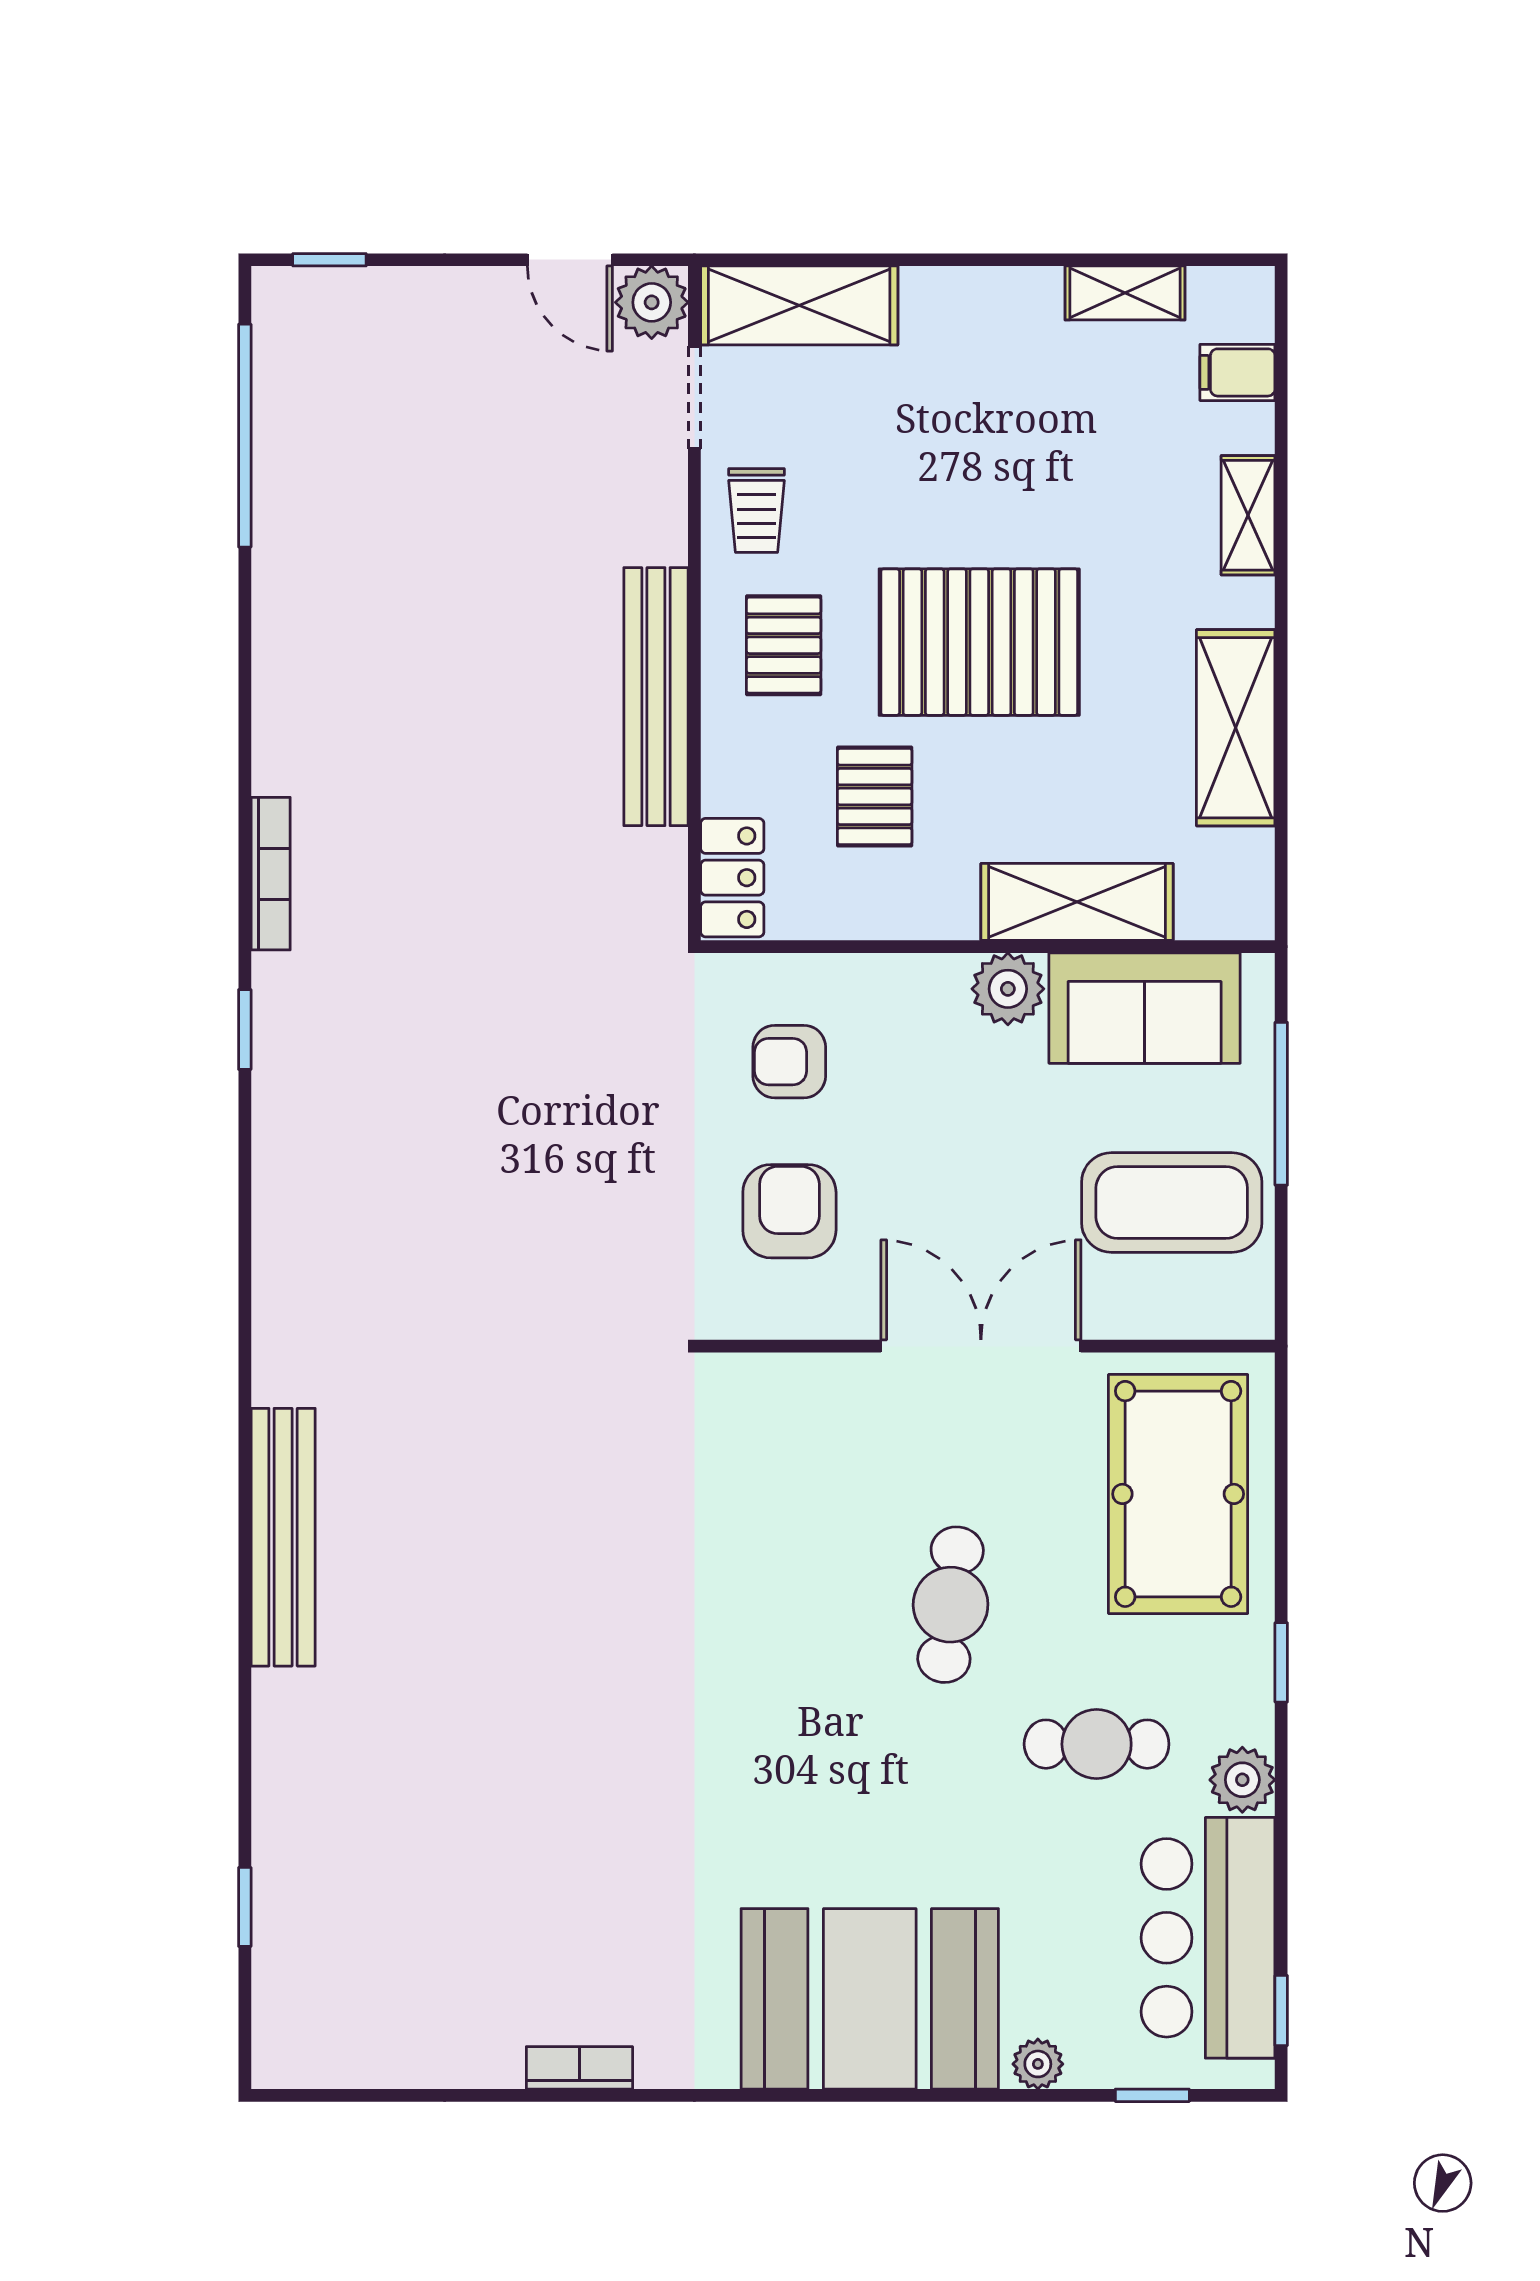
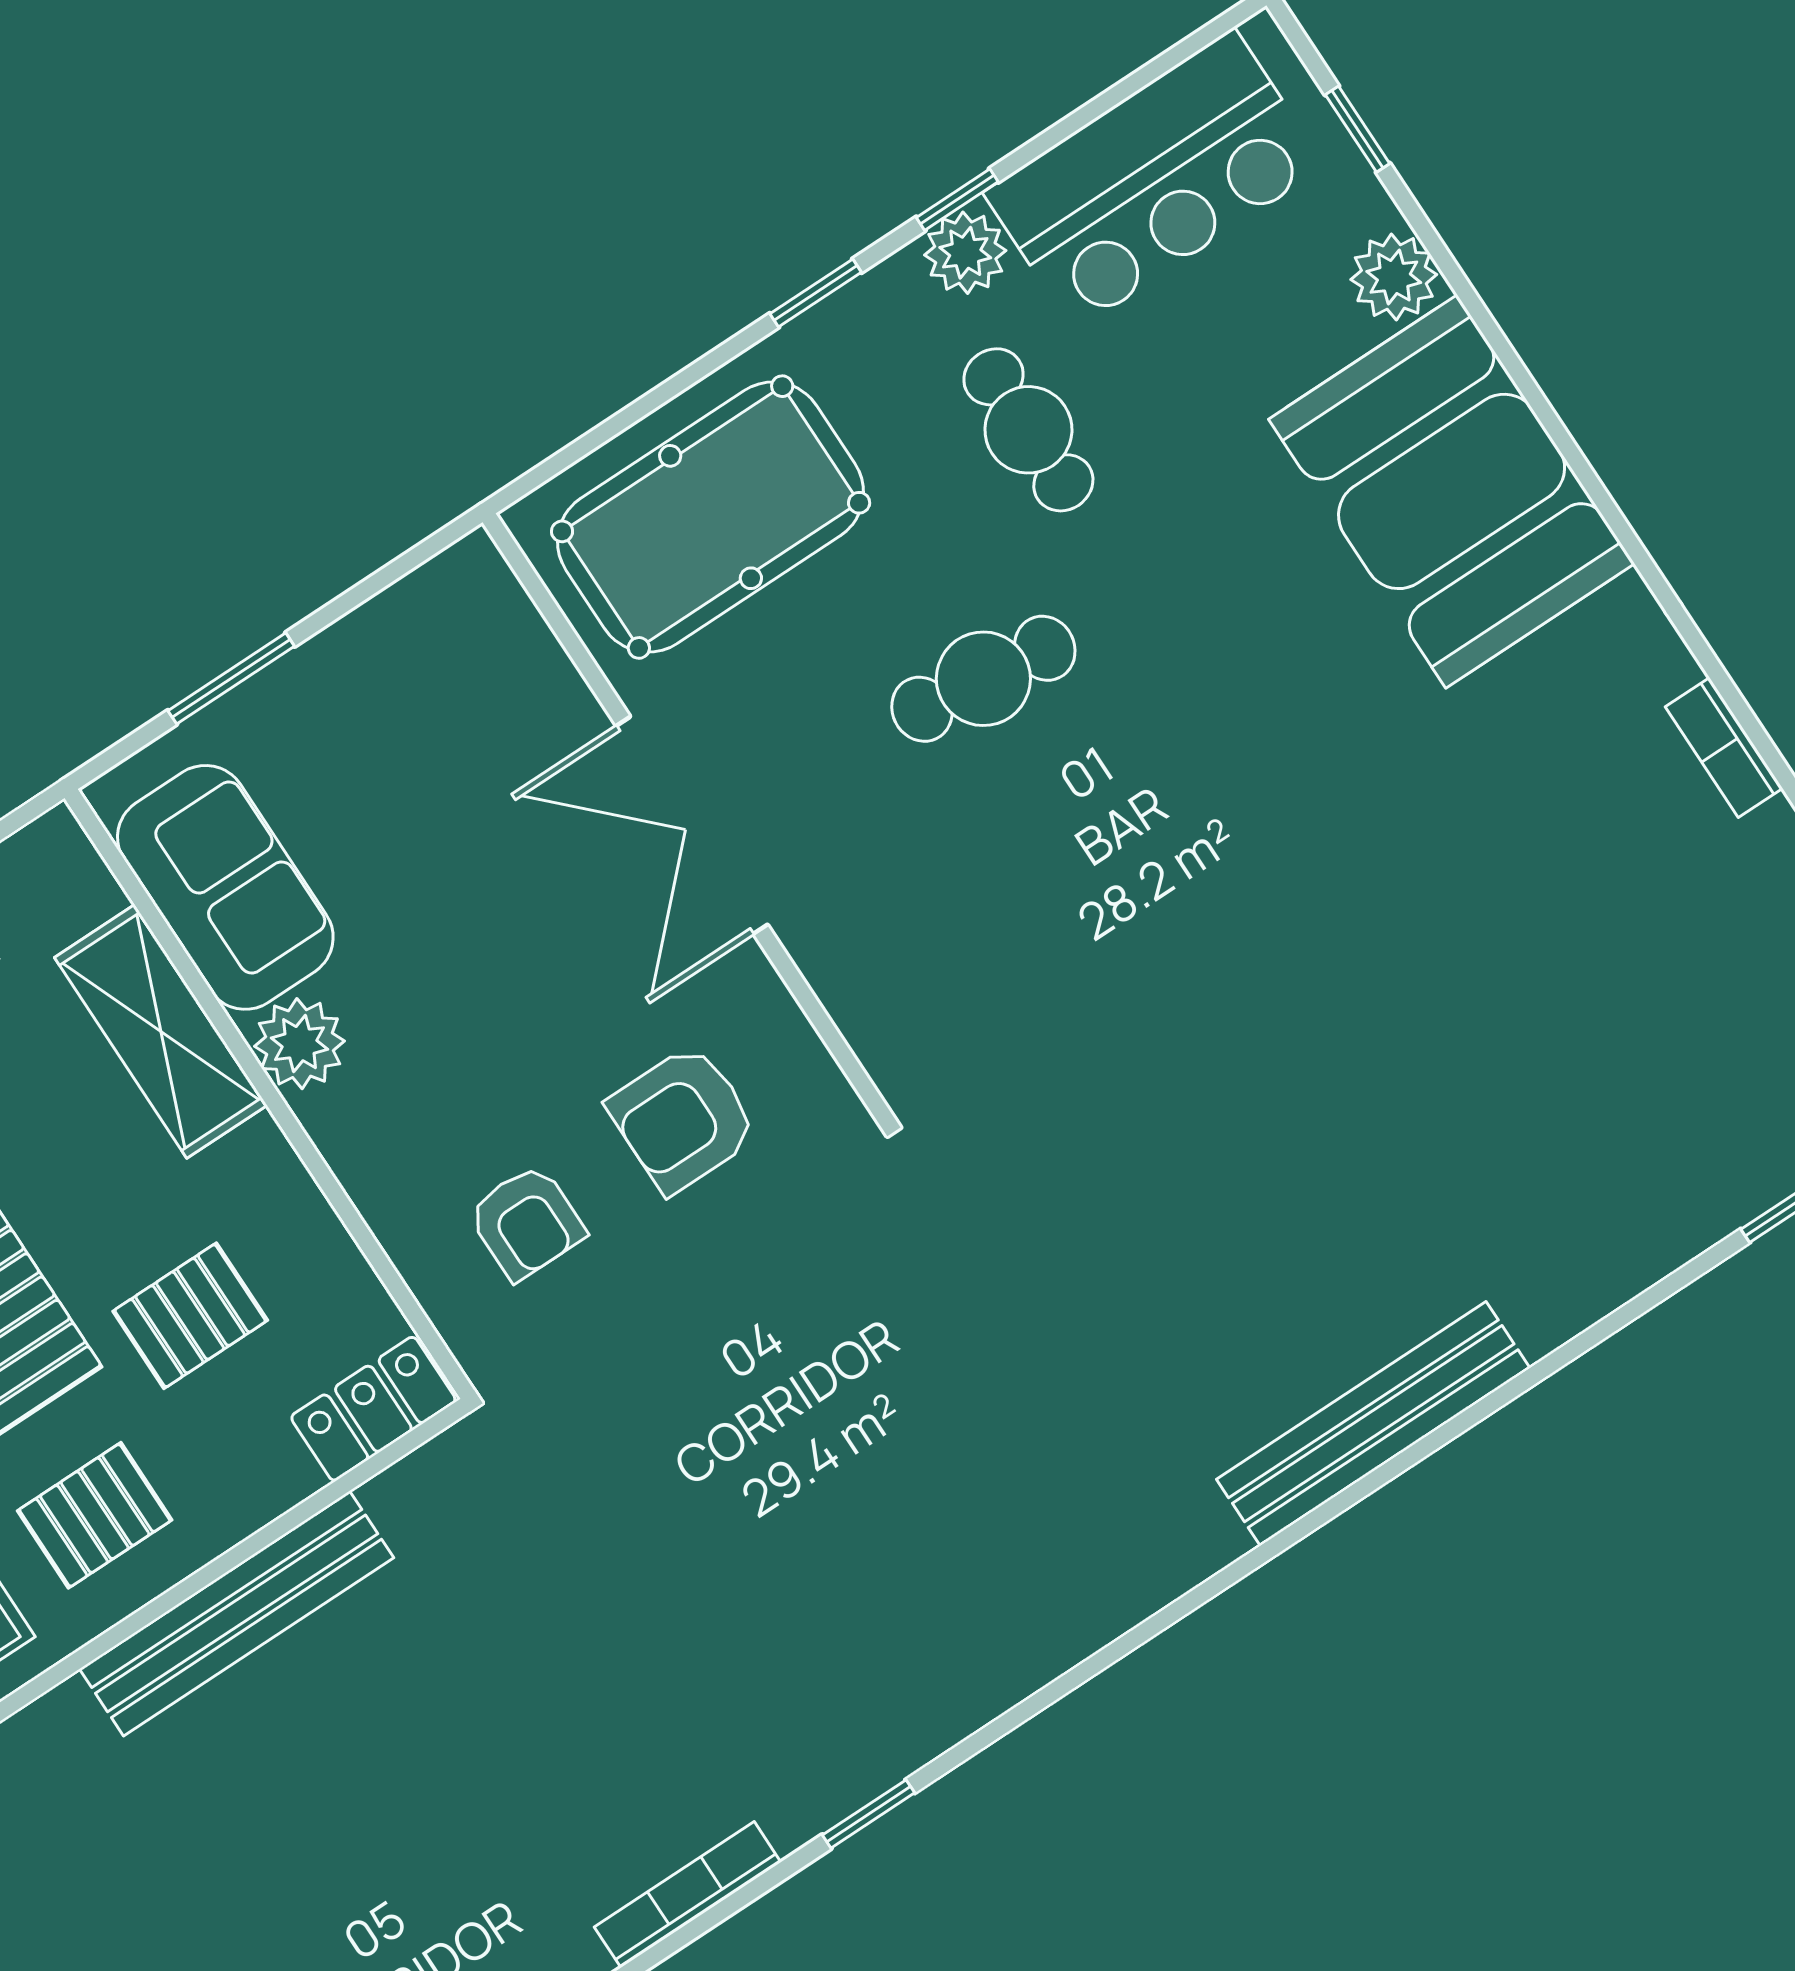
window: (1281, 1104) -> (231, 678), width x0.69
coffee table: (1172, 1202) -> (410, 725), removed
window: (1281, 2011) -> (957, 200), moved
plant: (1038, 2064) -> (1394, 277), width x1.38, depth x1.38

